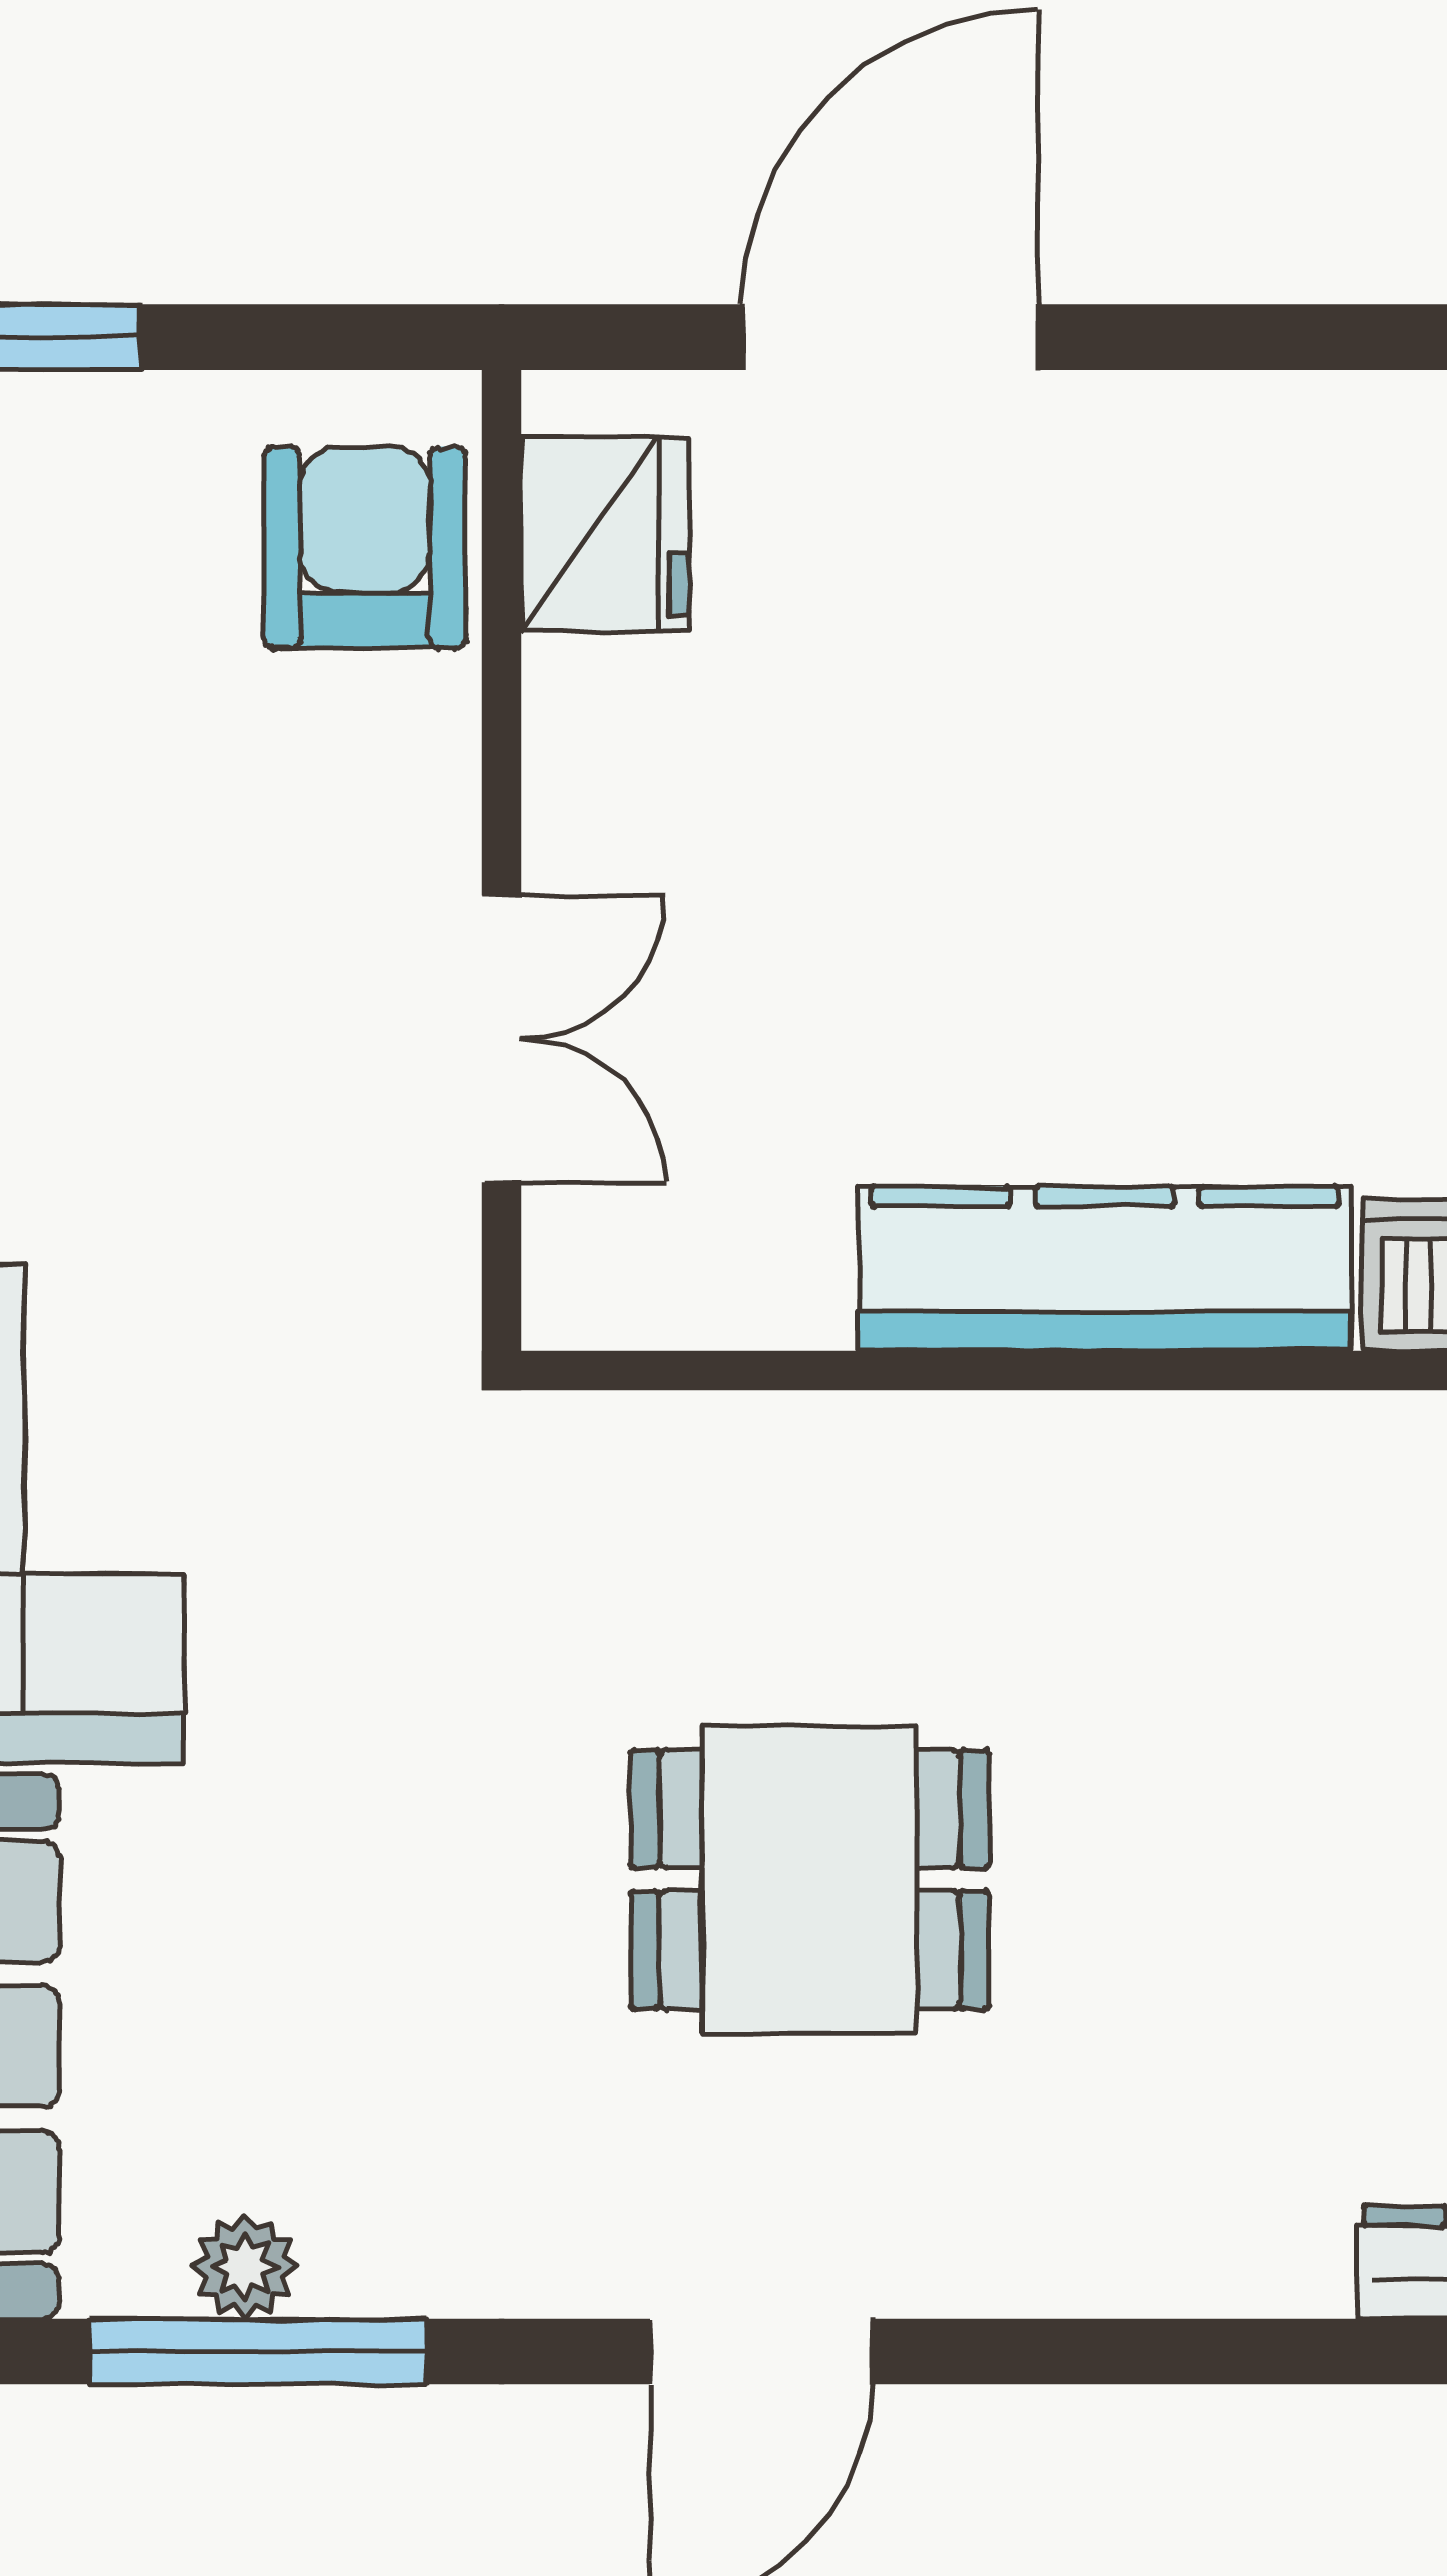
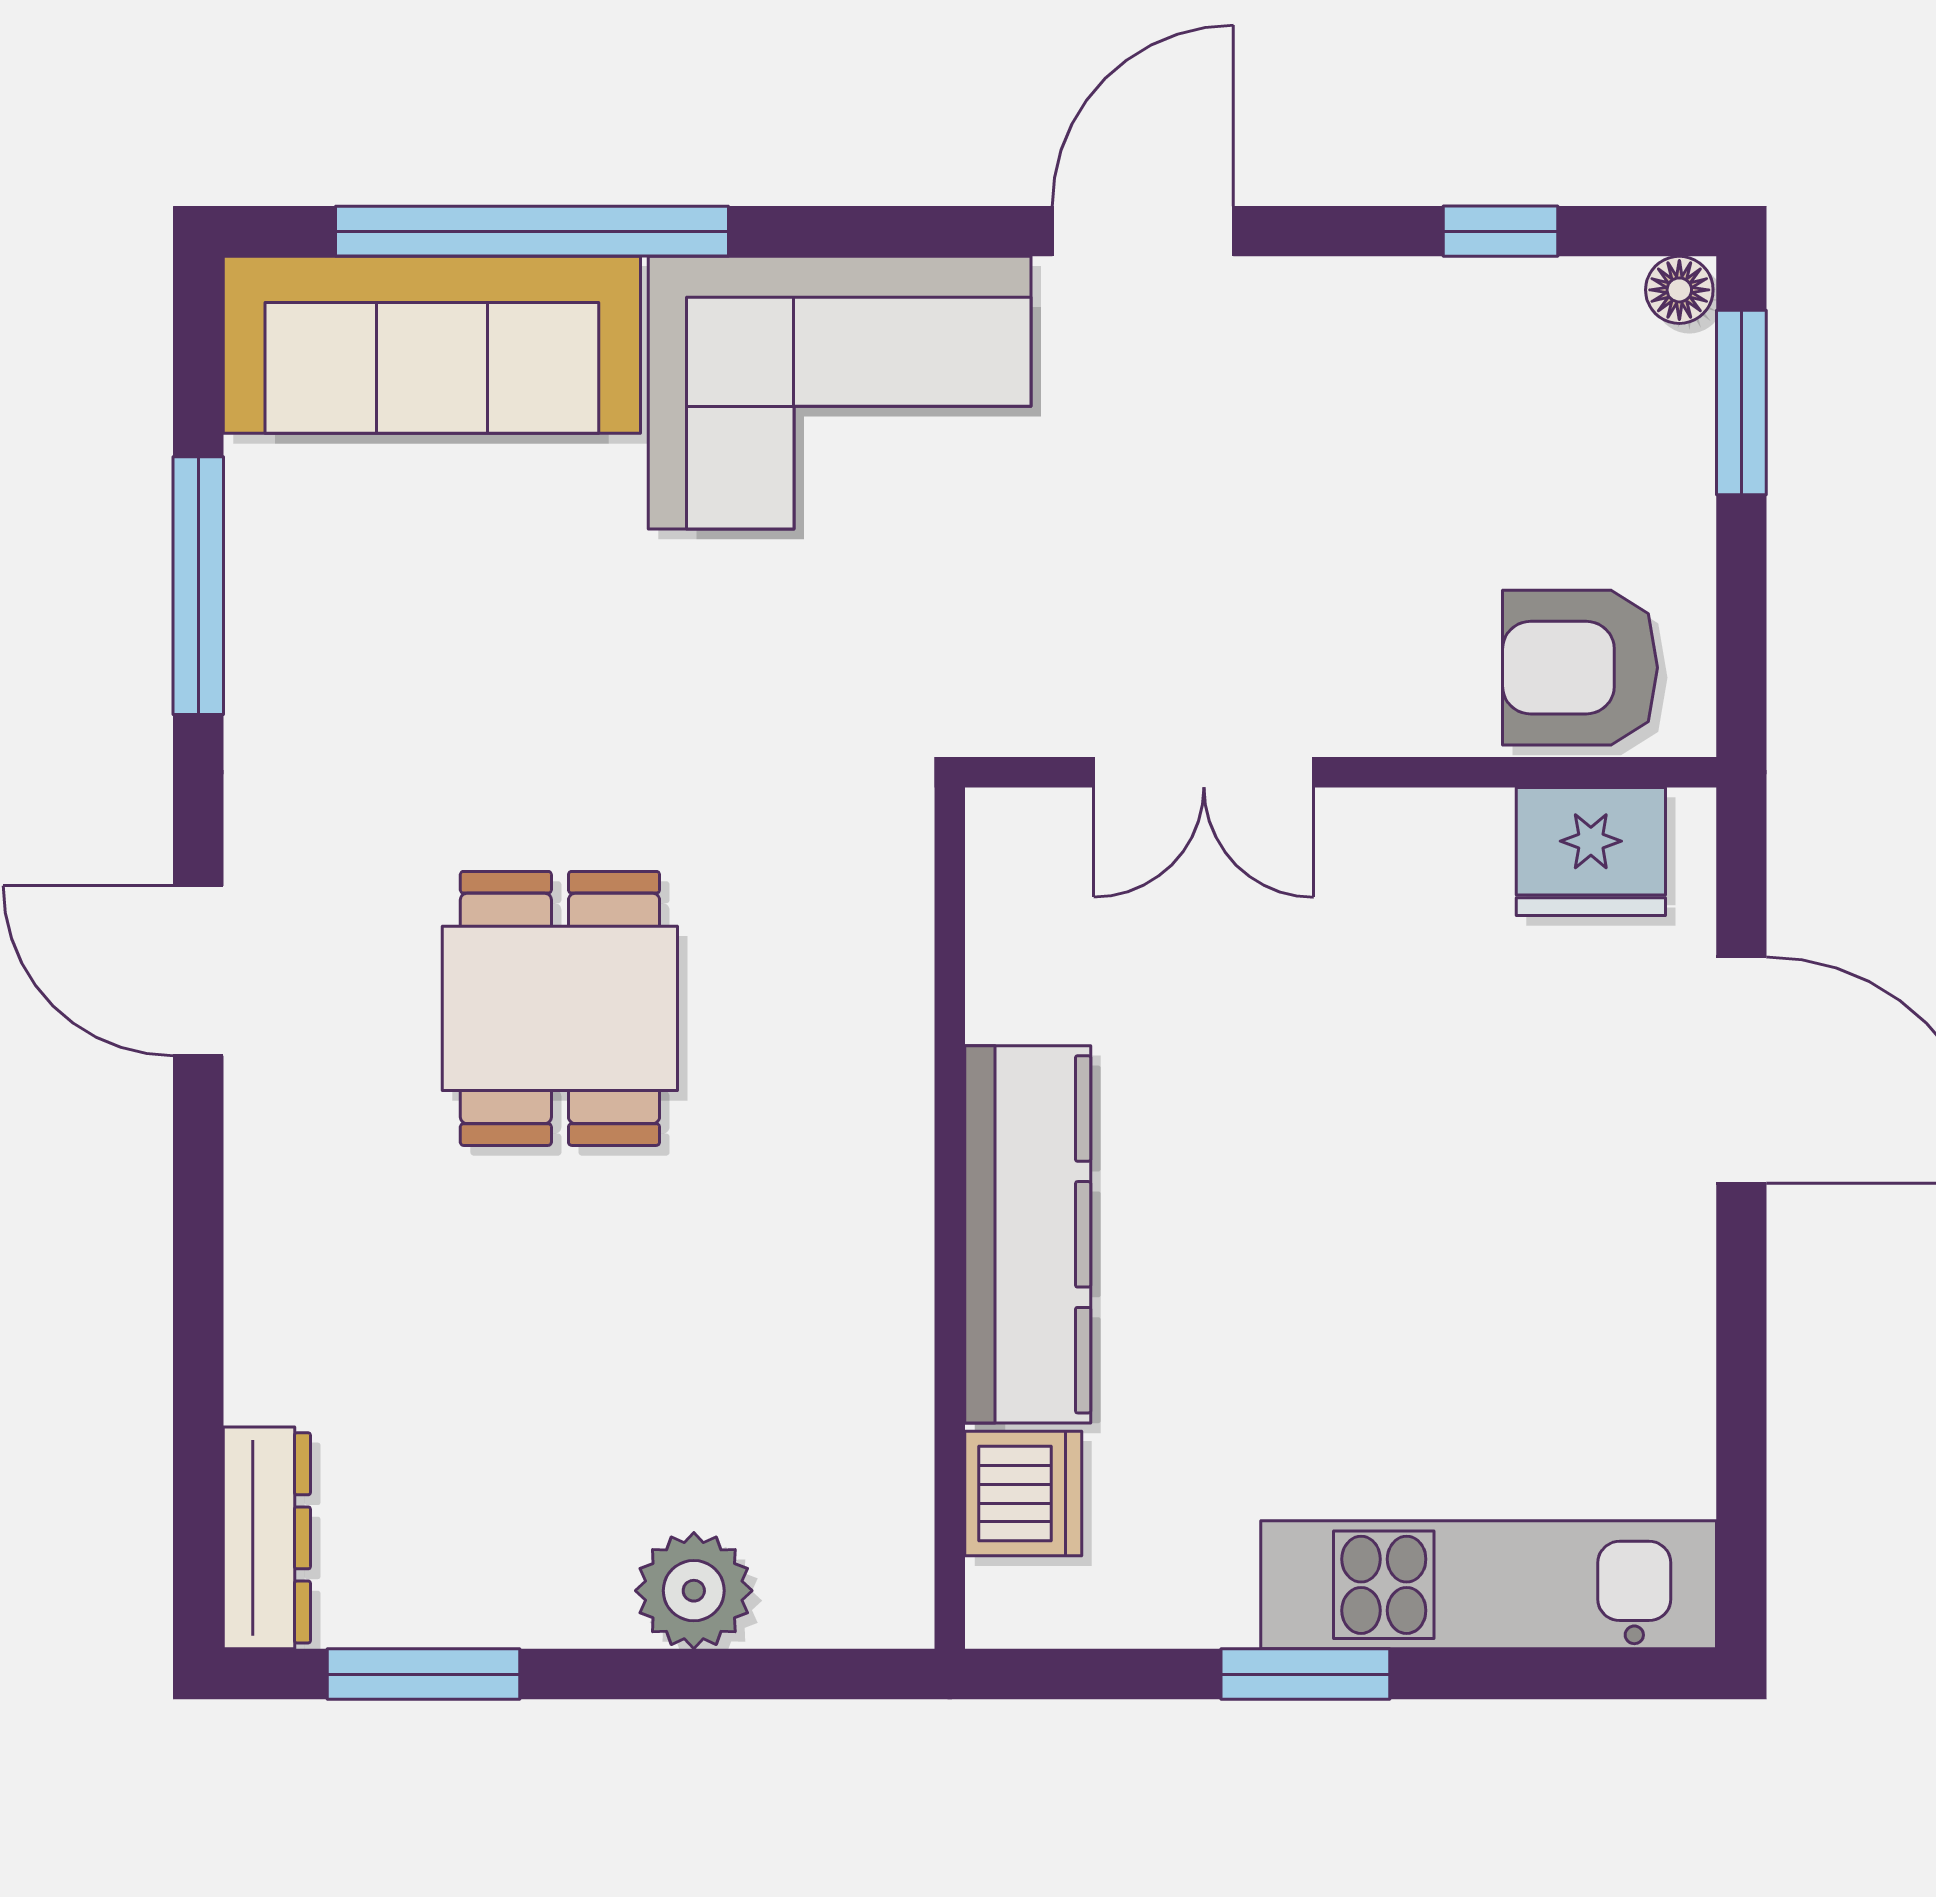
armchair: (365, 548) -> (1580, 668), turned 180
plant: (245, 2267) -> (263, 576), removed

